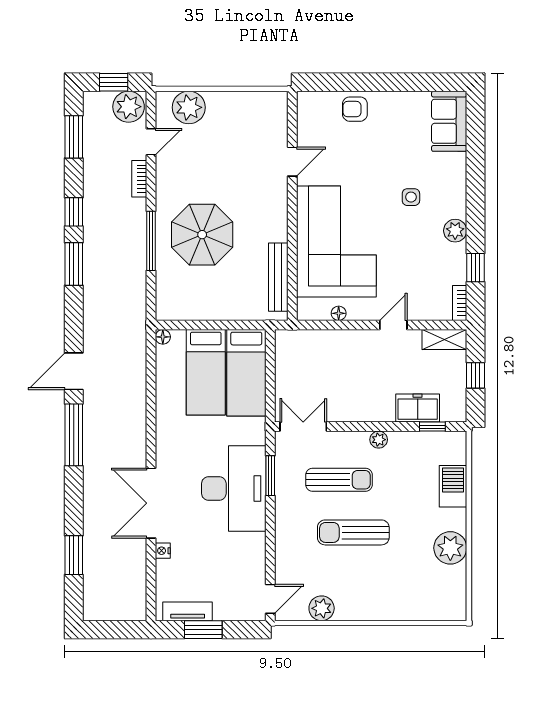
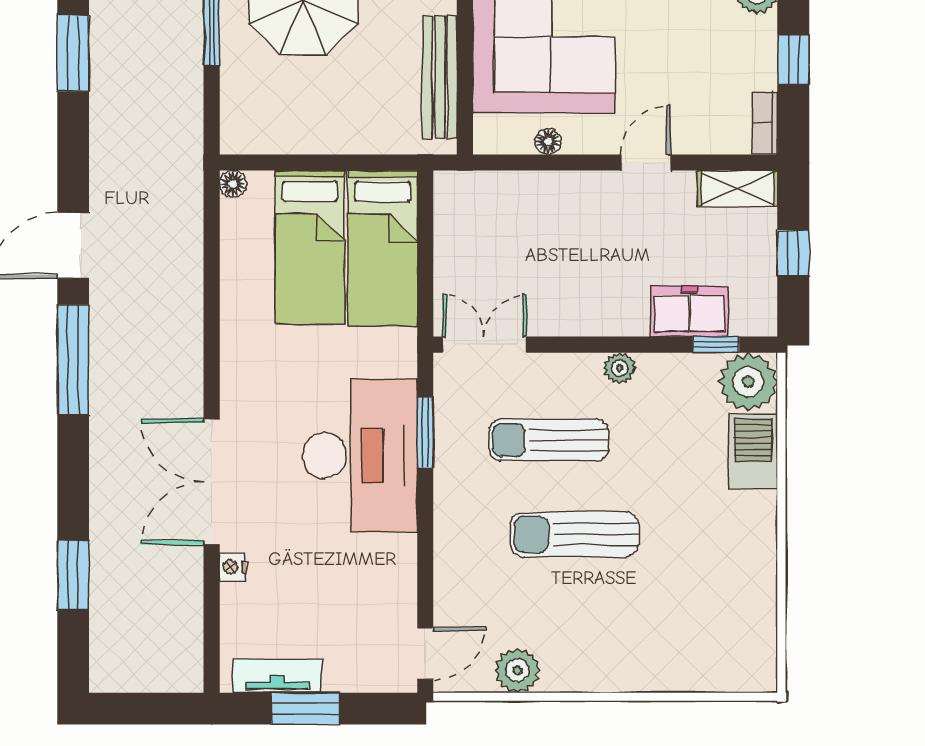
sun lounger: (339, 480) -> (549, 440), turned 180
plant: (450, 548) -> (748, 382), moved

